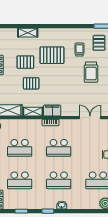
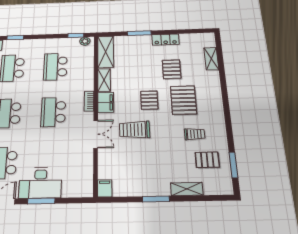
shelving: (28, 33) -> (211, 59), moved
trolley: (91, 72) -> (134, 130), moved
pallet: (31, 83) -> (149, 100), moved
double door: (90, 118) -> (96, 134), moved

